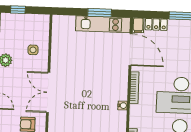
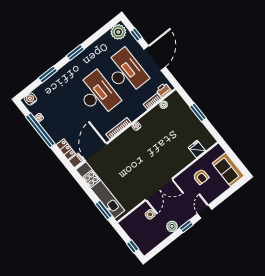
window: (100, 13) -> (104, 210), moved
kitchen unit: (103, 24) -> (100, 190), width x1.36
double door: (48, 92) -> (159, 189), moved

